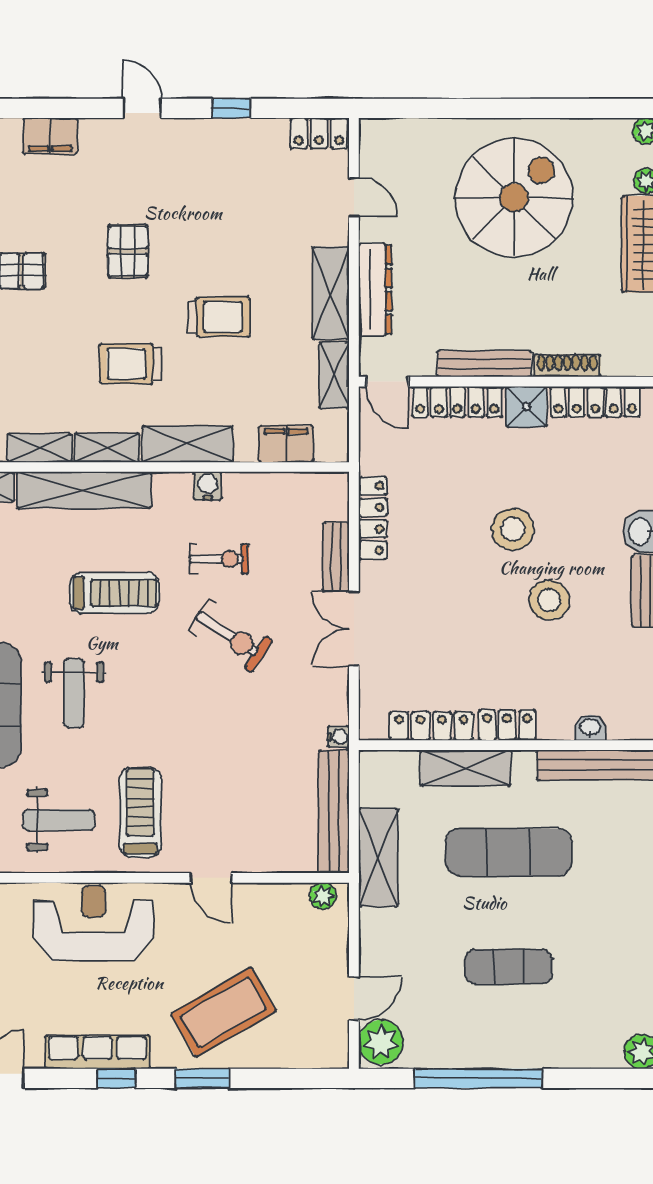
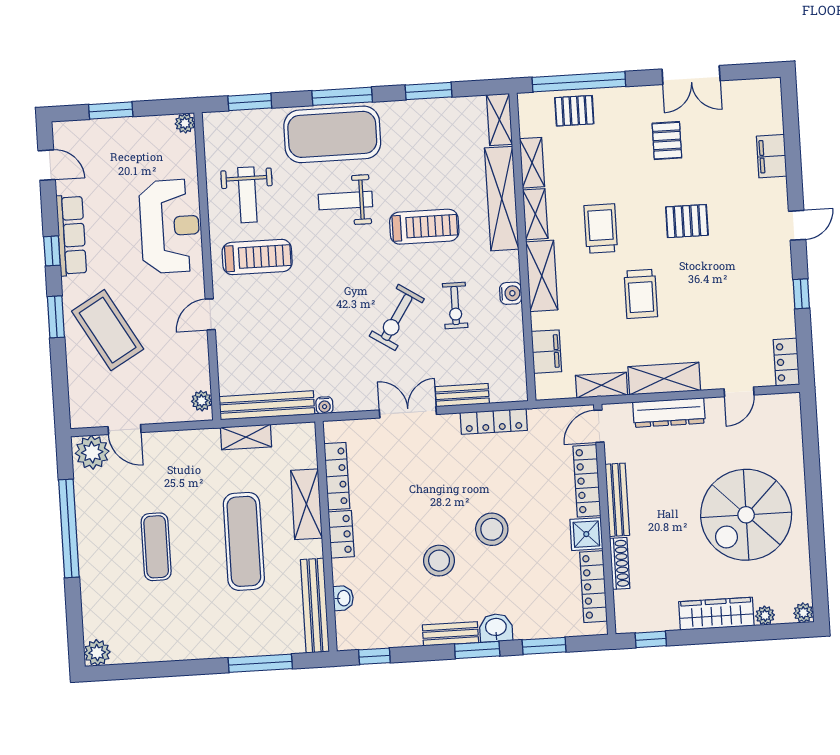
spiral stairs: (514, 198) -> (746, 515), turned 90
treadmill: (114, 593) -> (424, 227), turned -90
shelving: (378, 857) -> (246, 437), width x0.67, depth x0.75

